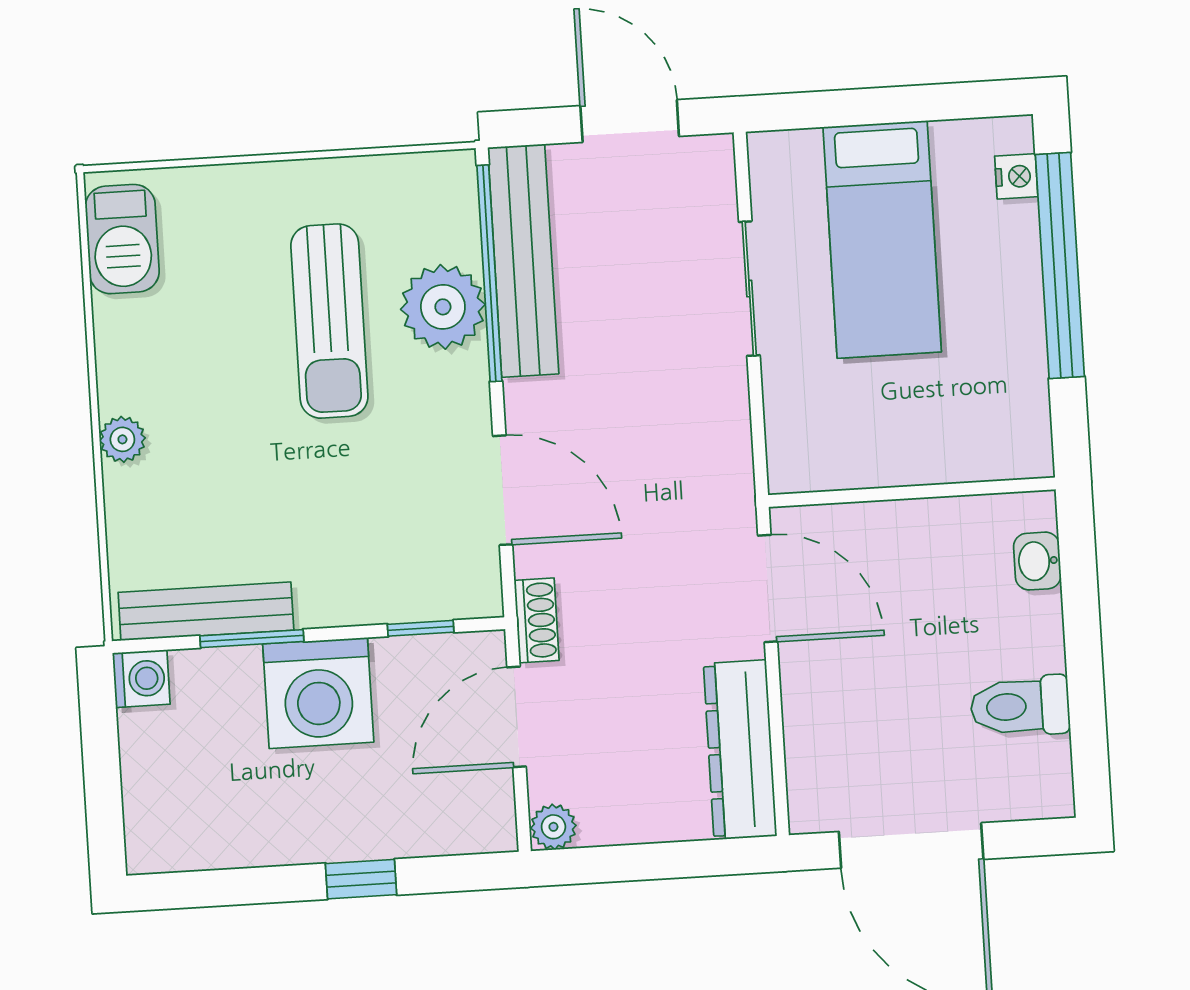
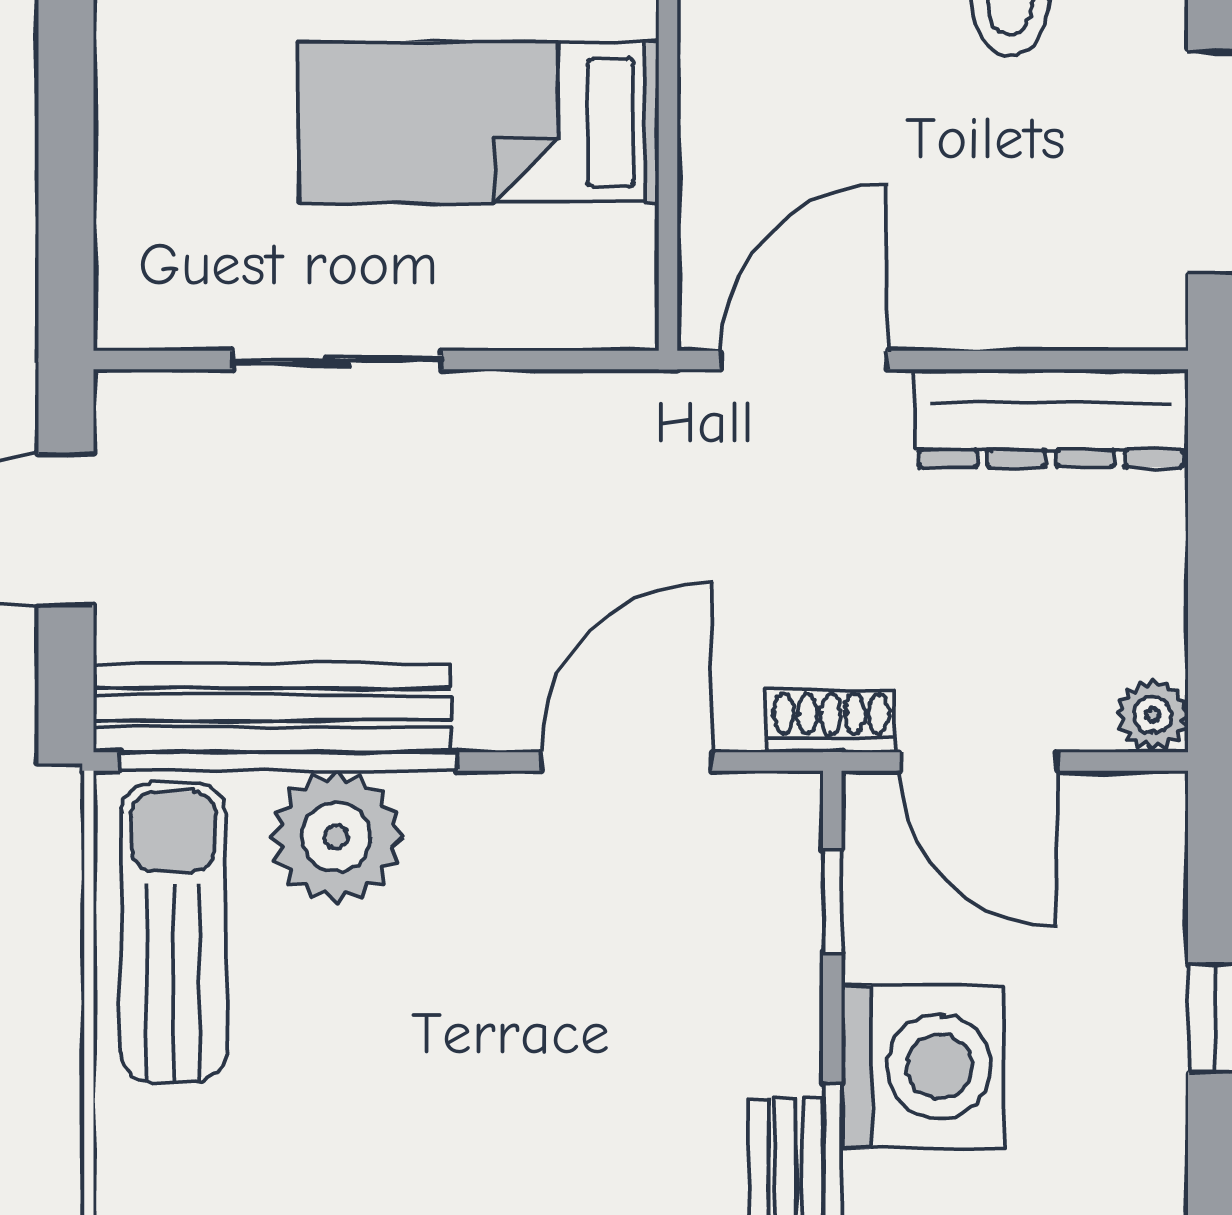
bed: (882, 239) -> (479, 122), moved, turned 180
sun lounger: (329, 321) -> (173, 932), moved, turned -90

